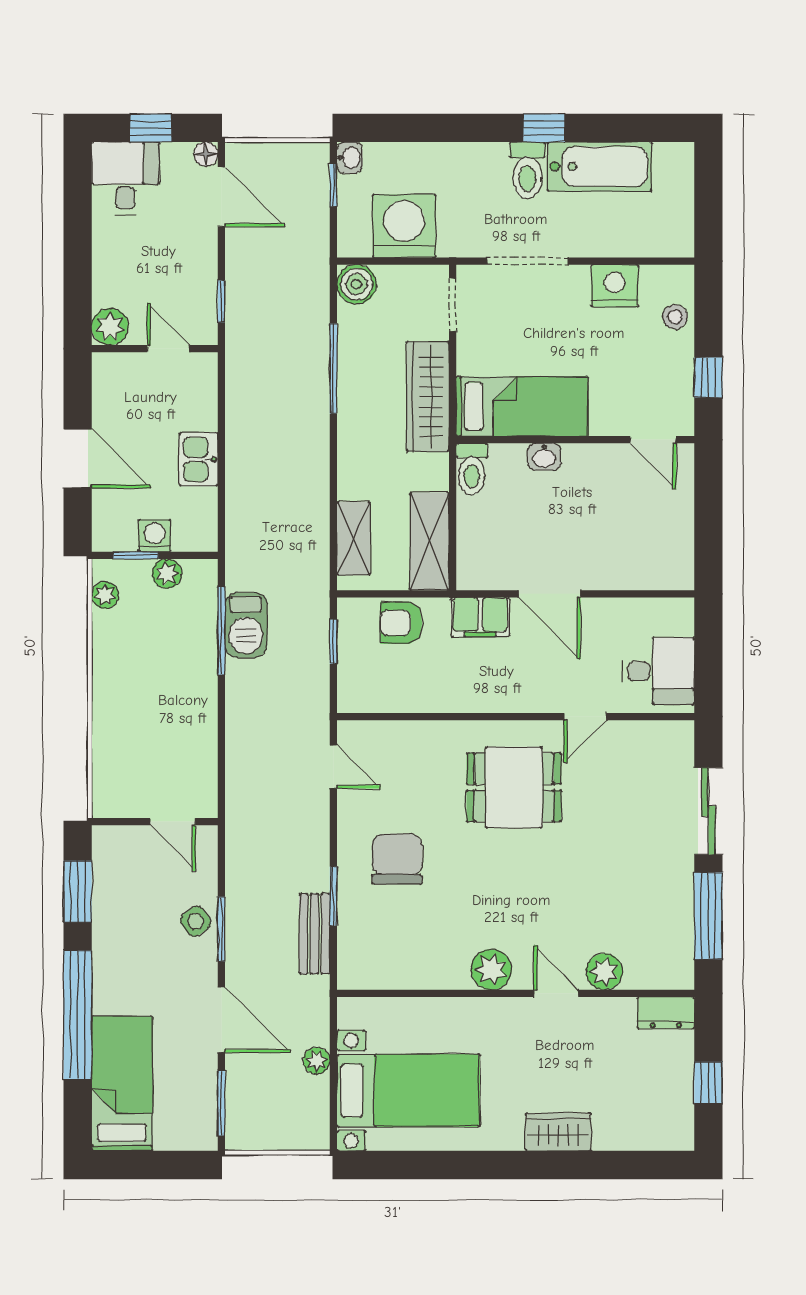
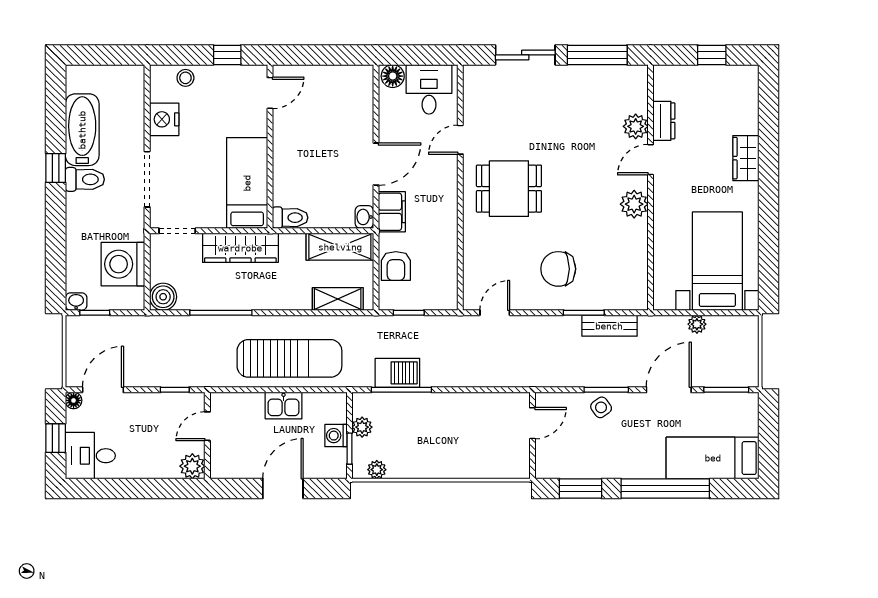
washbasin: (544, 457) -> (364, 217), moved, turned 180
sun lounger: (267, 468) -> (289, 358), added
floor lamp: (678, 618) -> (393, 76), added
door: (585, 717) -> (460, 140), swing flipped
dining table: (514, 787) -> (509, 189), turned 90
dresser: (666, 1013) -> (664, 121), moved

